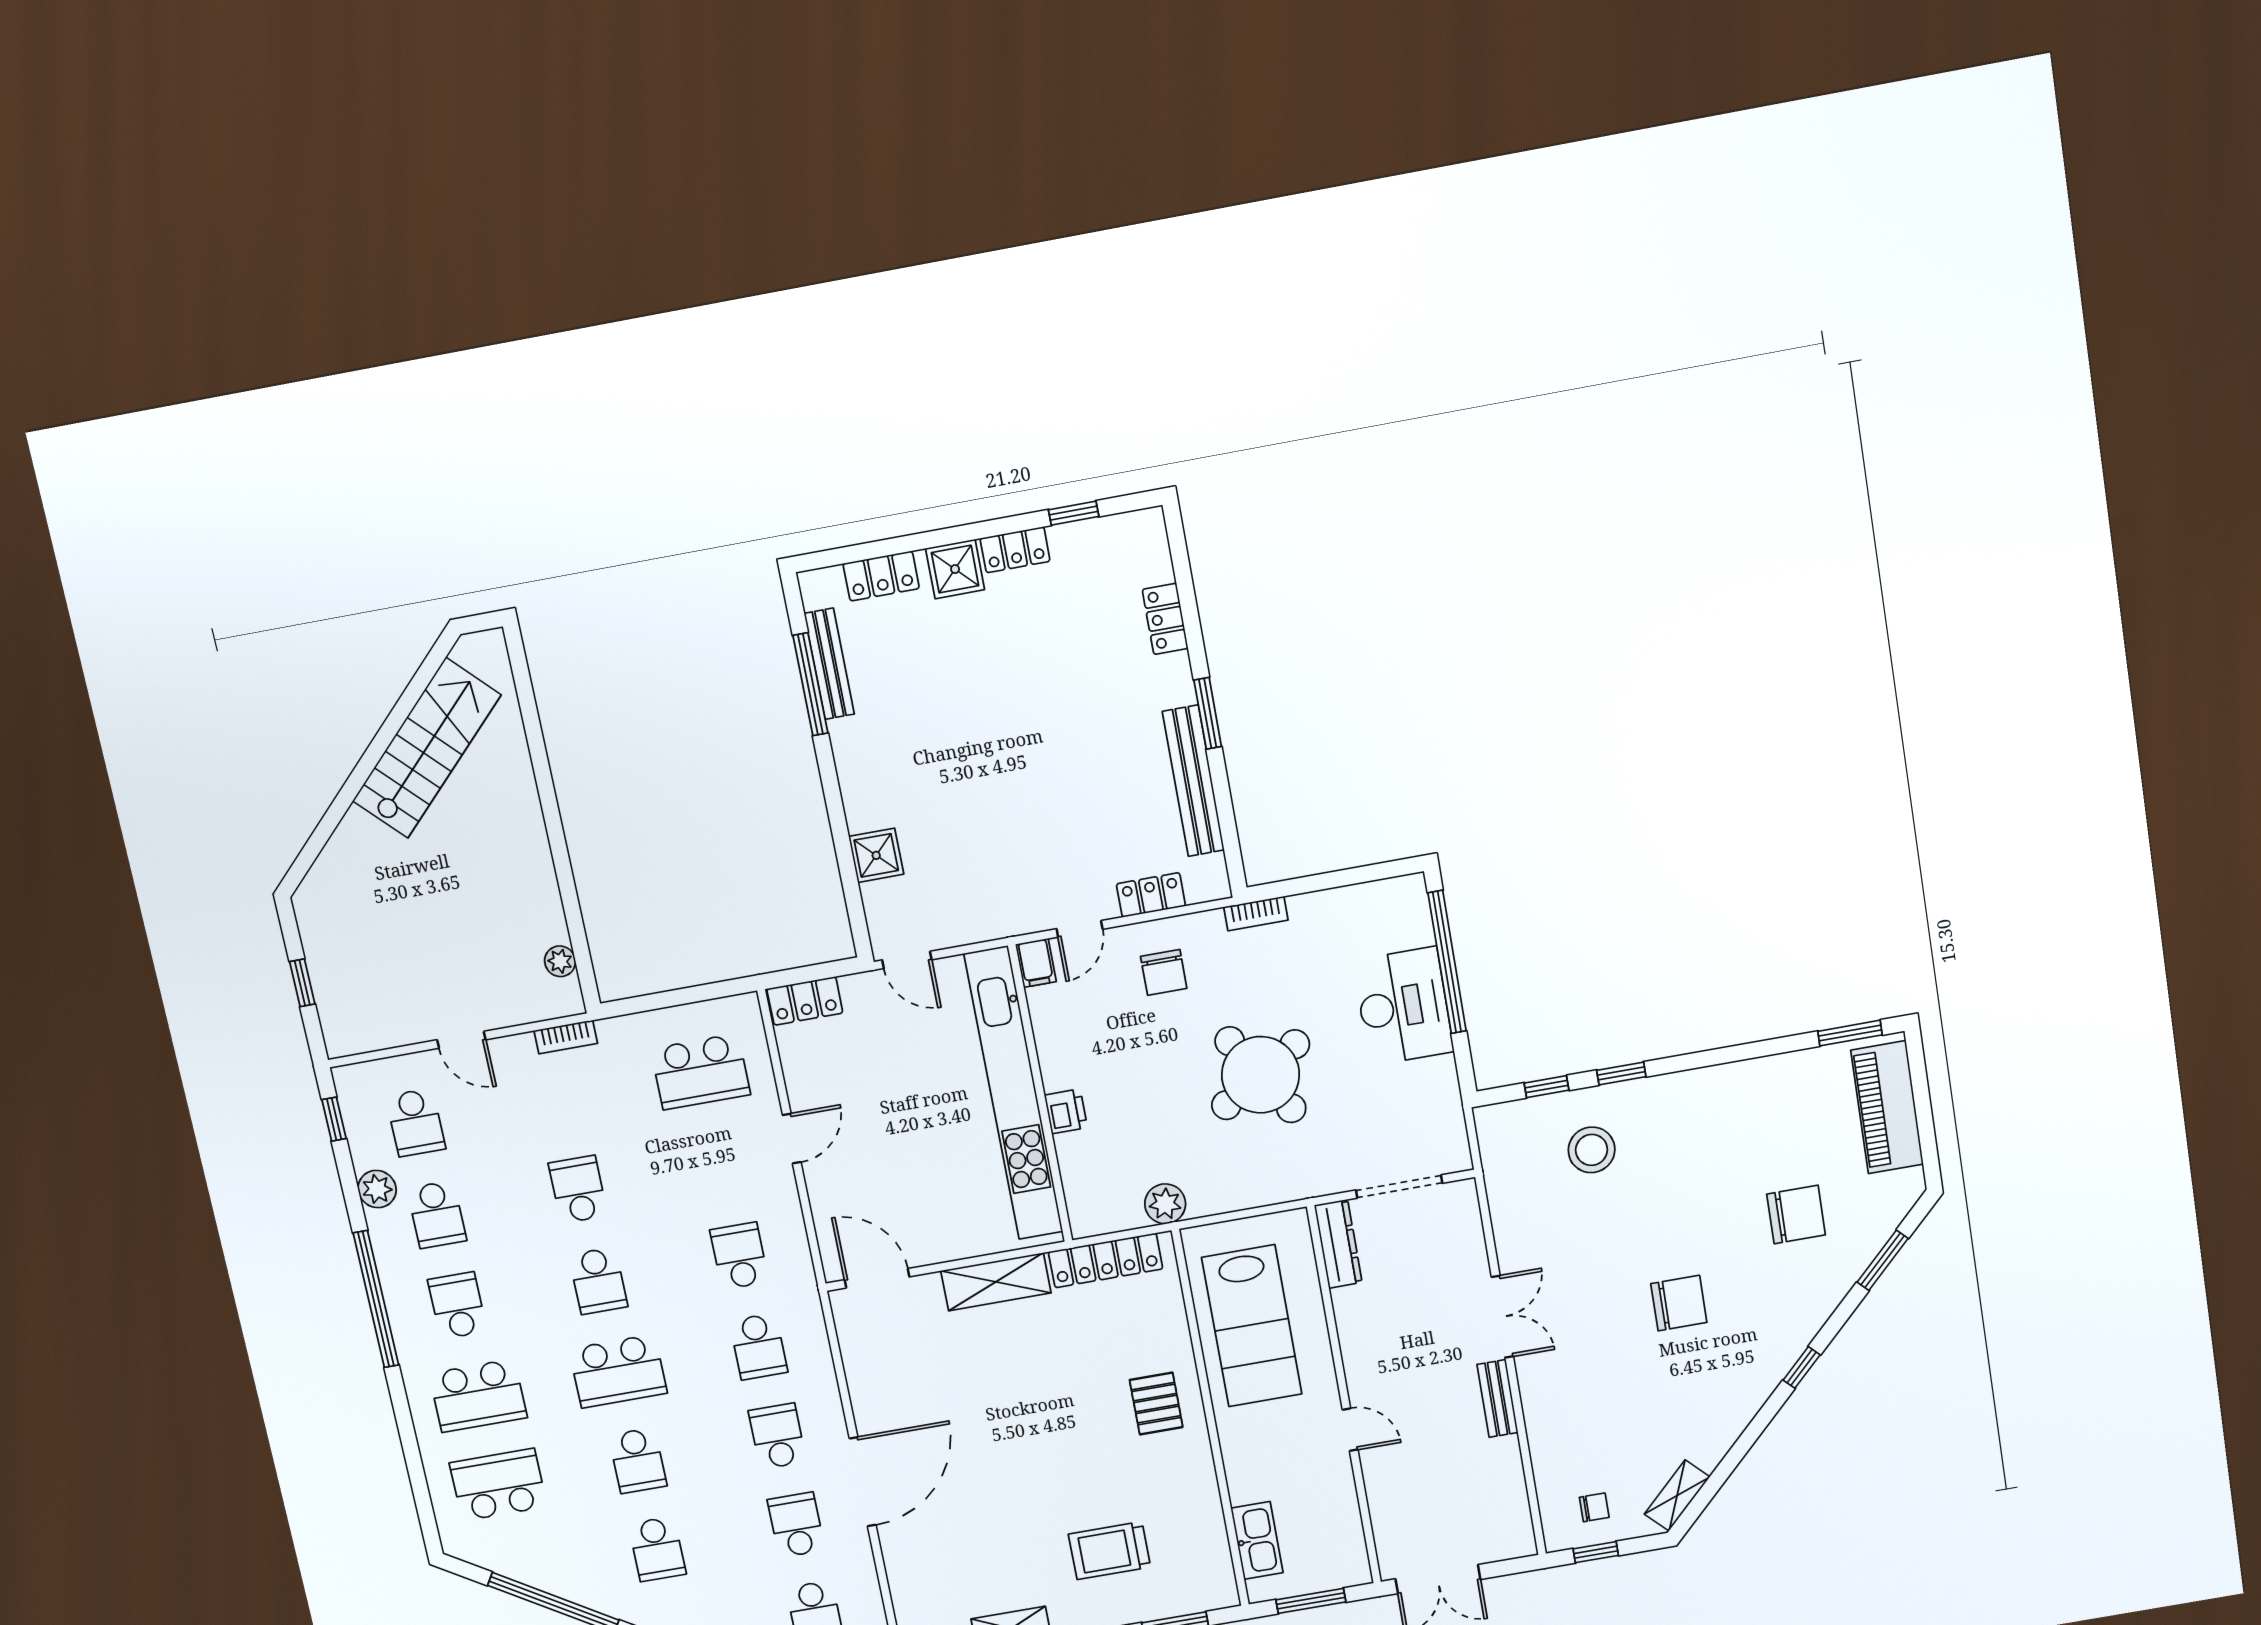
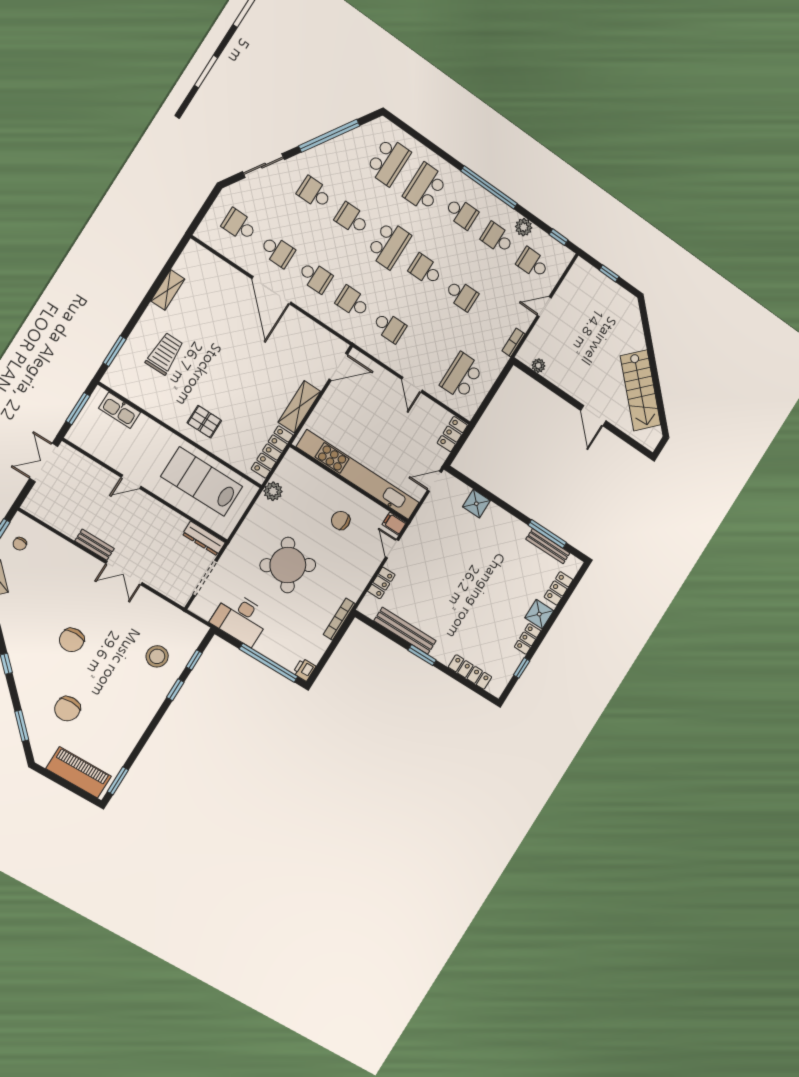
locker: (1165, 619) -> (470, 672), width x1.53
door: (546, 791) -> (593, 416), added
bookcase: (1256, 913) -> (339, 619), width x1.56
chair: (1164, 972) -> (341, 520), moved
desk: (1403, 1006) -> (241, 619), moved
printer: (1066, 1111) -> (304, 670), moved, turned 90
school desk: (618, 1371) -> (389, 245), turned 180

